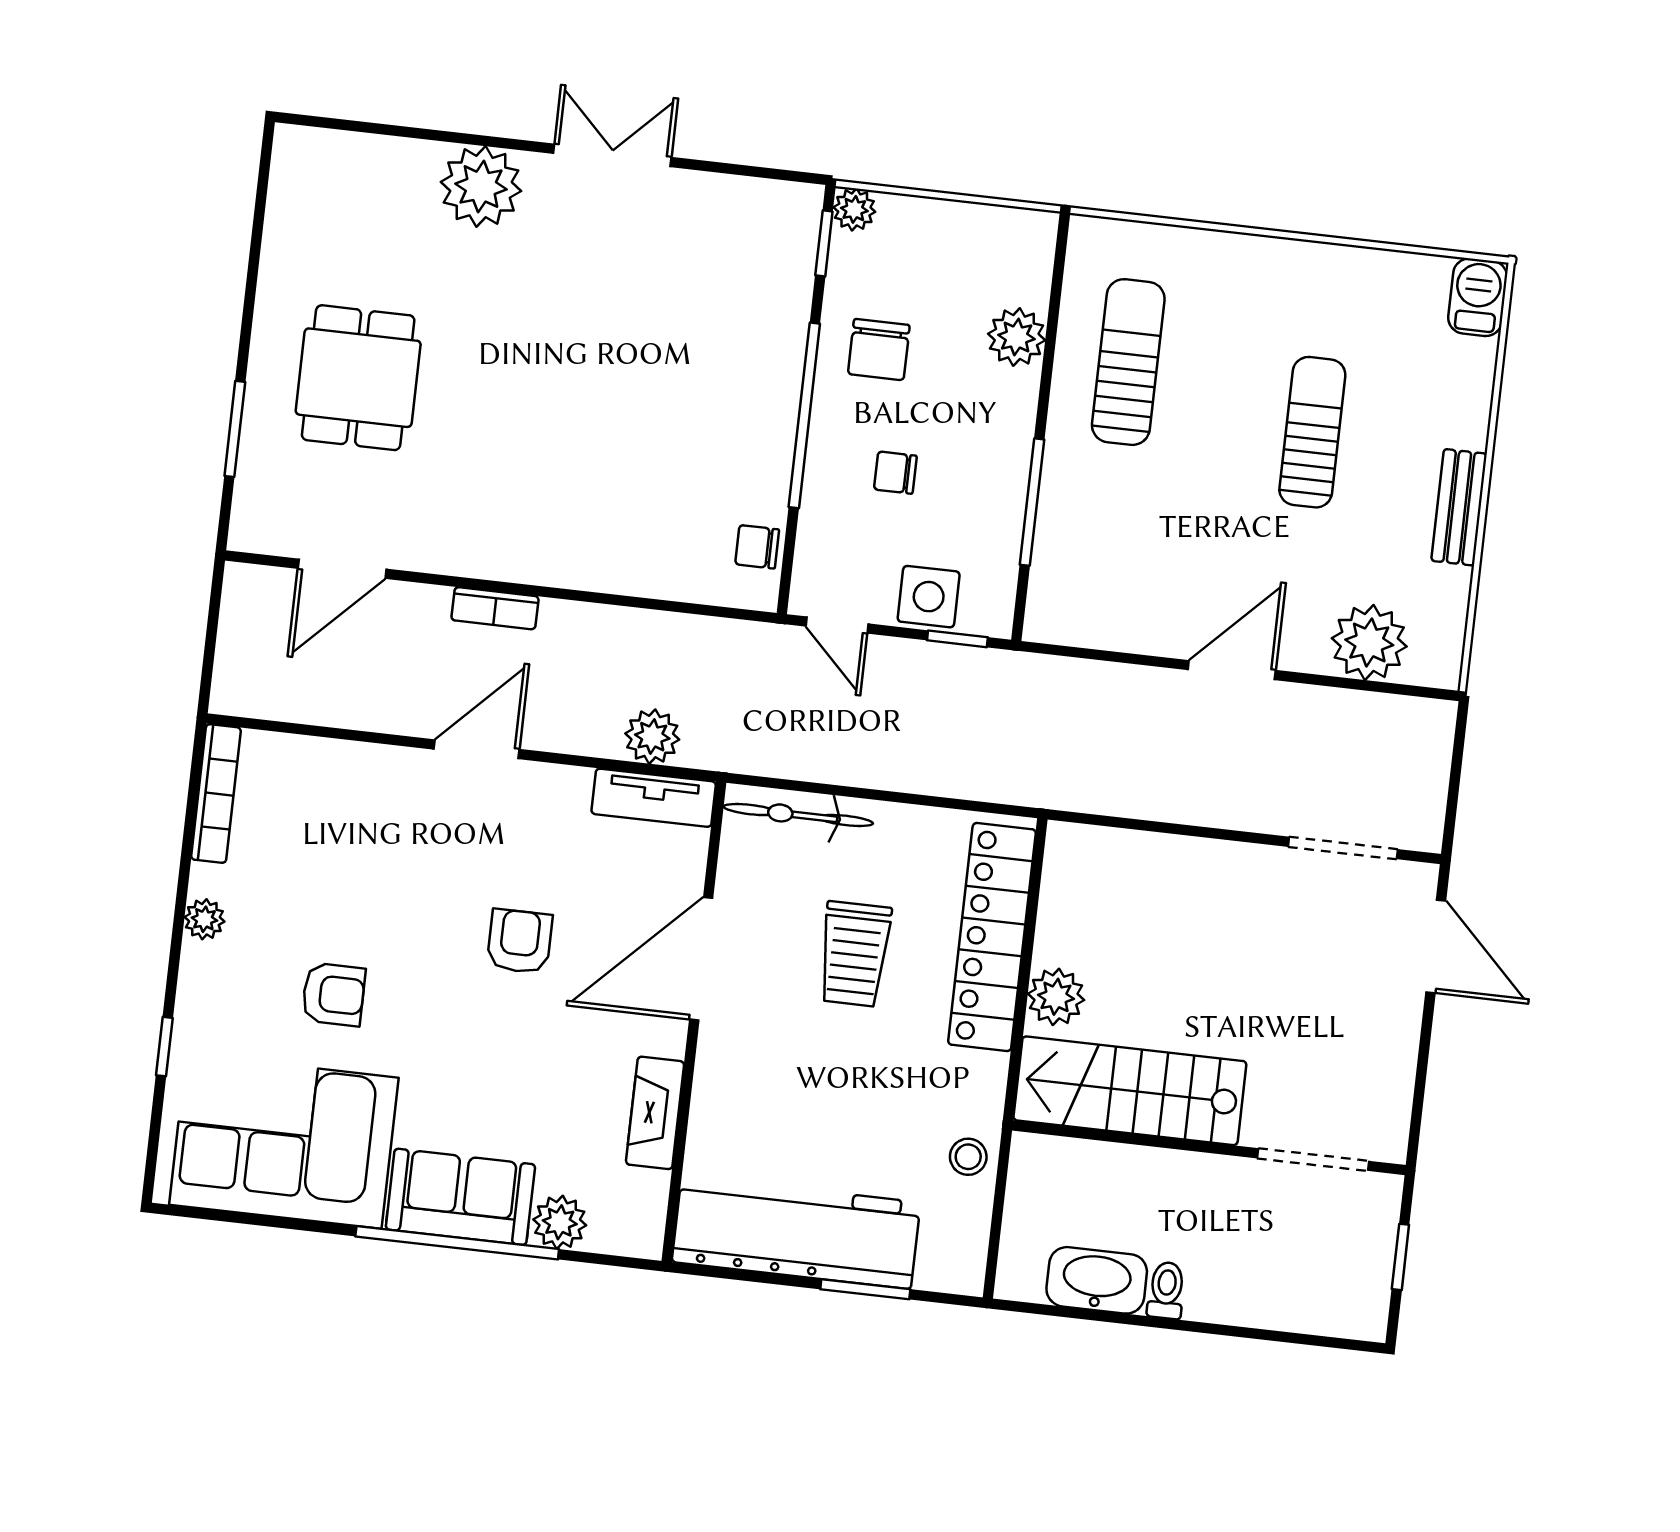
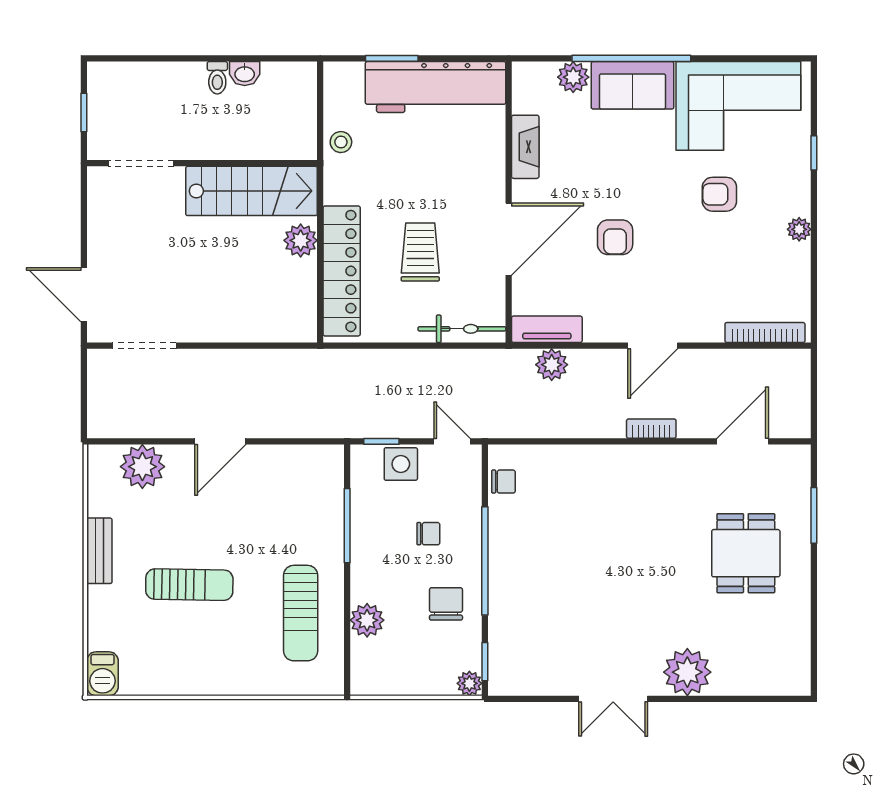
sun lounger: (1312, 432) -> (189, 585), turned -89
bookcase: (216, 794) -> (765, 333), moved, turned 90
washbasin: (1097, 1280) -> (245, 74), width x0.52, depth x0.69

